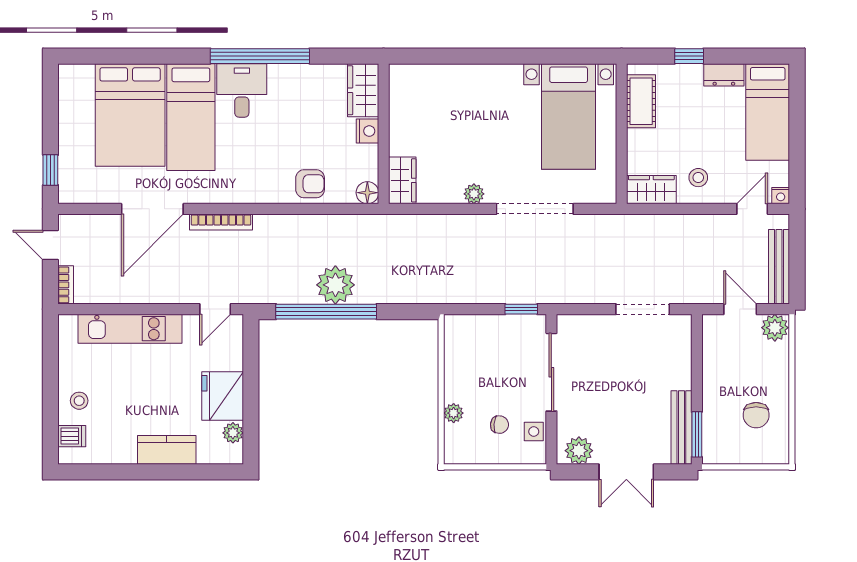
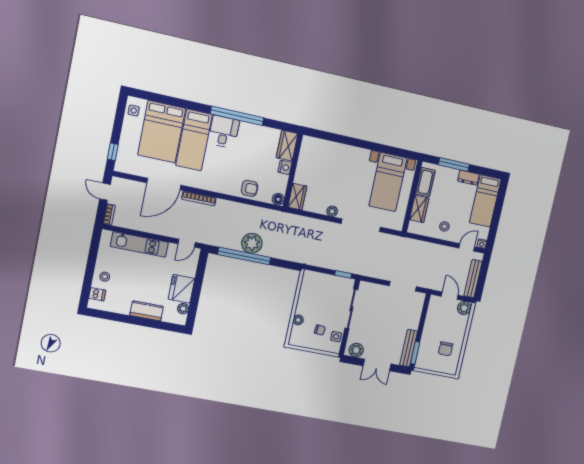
window: (689, 56) -> (454, 164), width x2.17
side table: (73, 88) -> (134, 111), added
wardrobe: (651, 190) -> (419, 209), moved, turned 90

